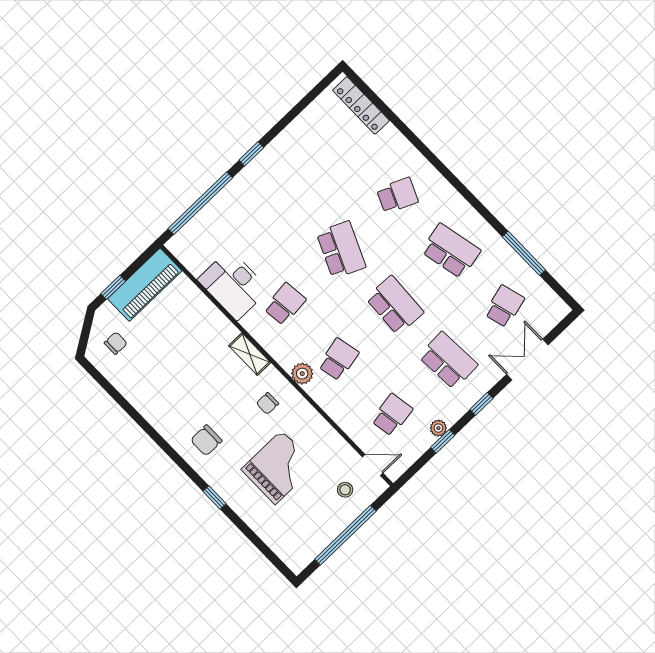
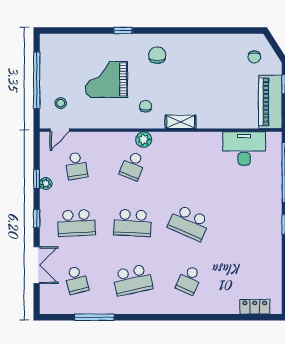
locker: (361, 105) -> (255, 307), width x0.66
desk: (233, 285) -> (244, 148), moved
school desk: (285, 304) -> (189, 166), removed
school desk: (338, 359) -> (133, 166), turned 33
grand piano: (278, 467) -> (106, 79), turned 90

